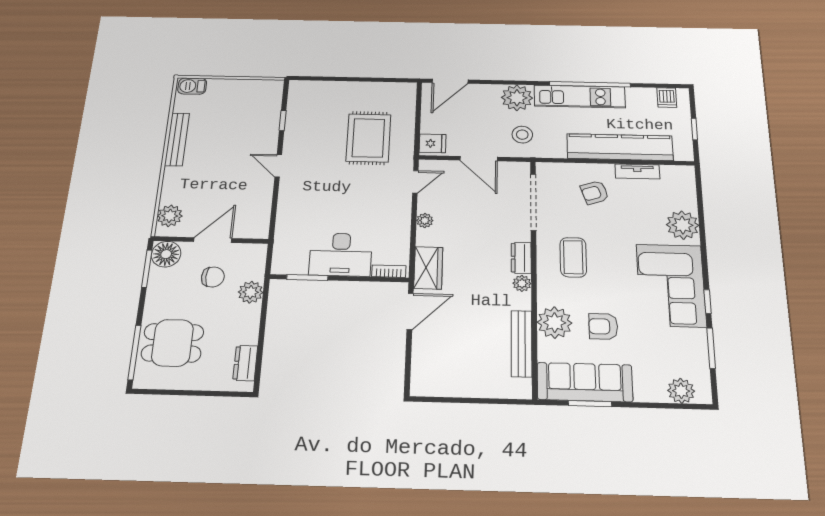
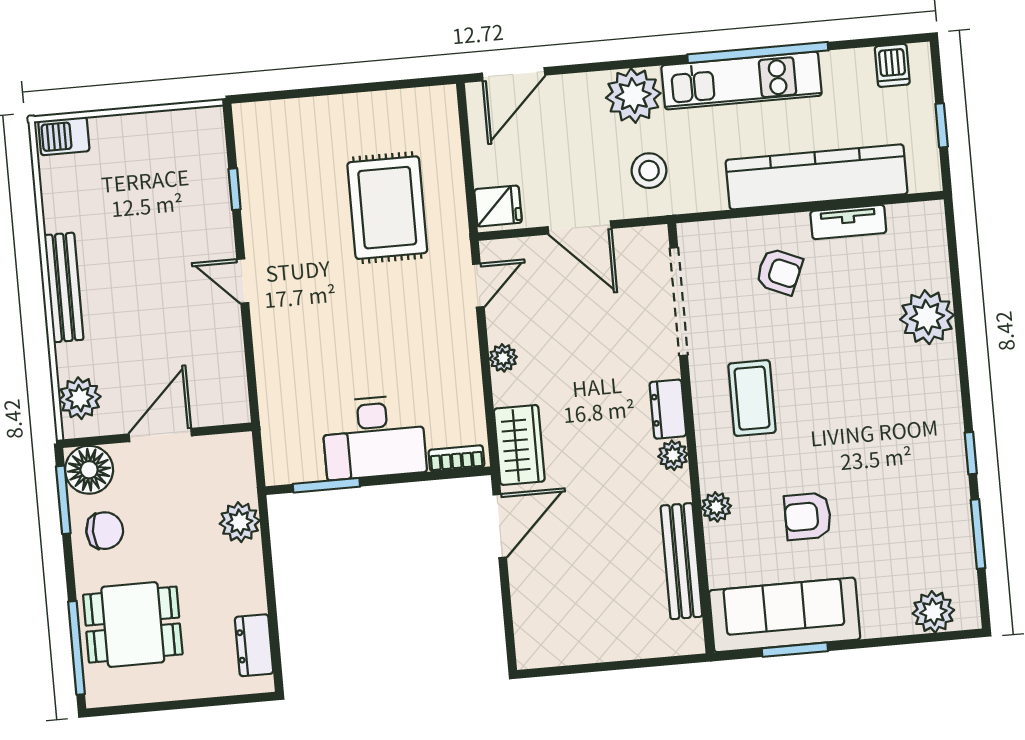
bench: (177, 139) -> (64, 287), moved
armchair: (595, 192) -> (779, 272), turned -138
chair: (213, 277) -> (105, 531), moved
corner sofa: (671, 285) -> (912, 431), removed
plant: (555, 323) -> (716, 507), width x0.53, depth x0.53

